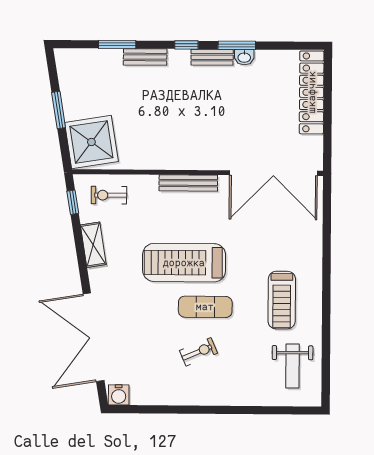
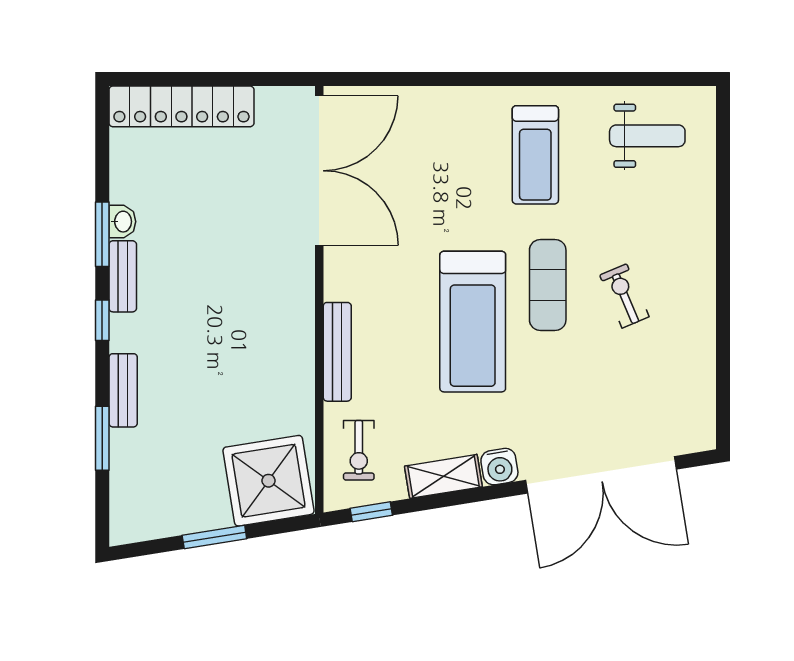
bench: (188, 183) -> (337, 352), moved
treadmill: (282, 300) -> (535, 155), turned 90
water cooler: (119, 395) -> (499, 467), moved, turned 81

